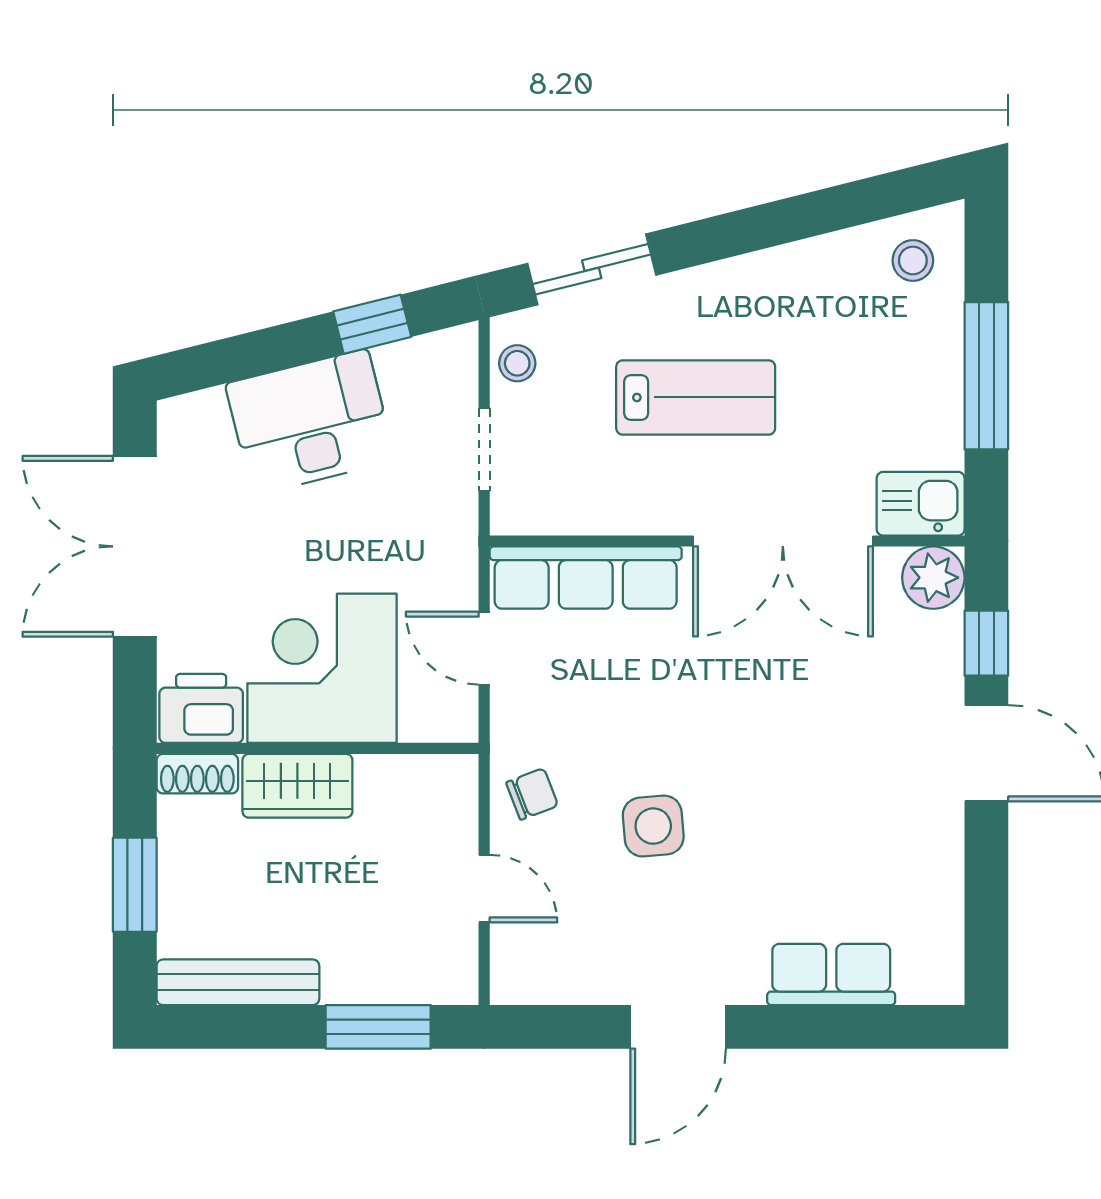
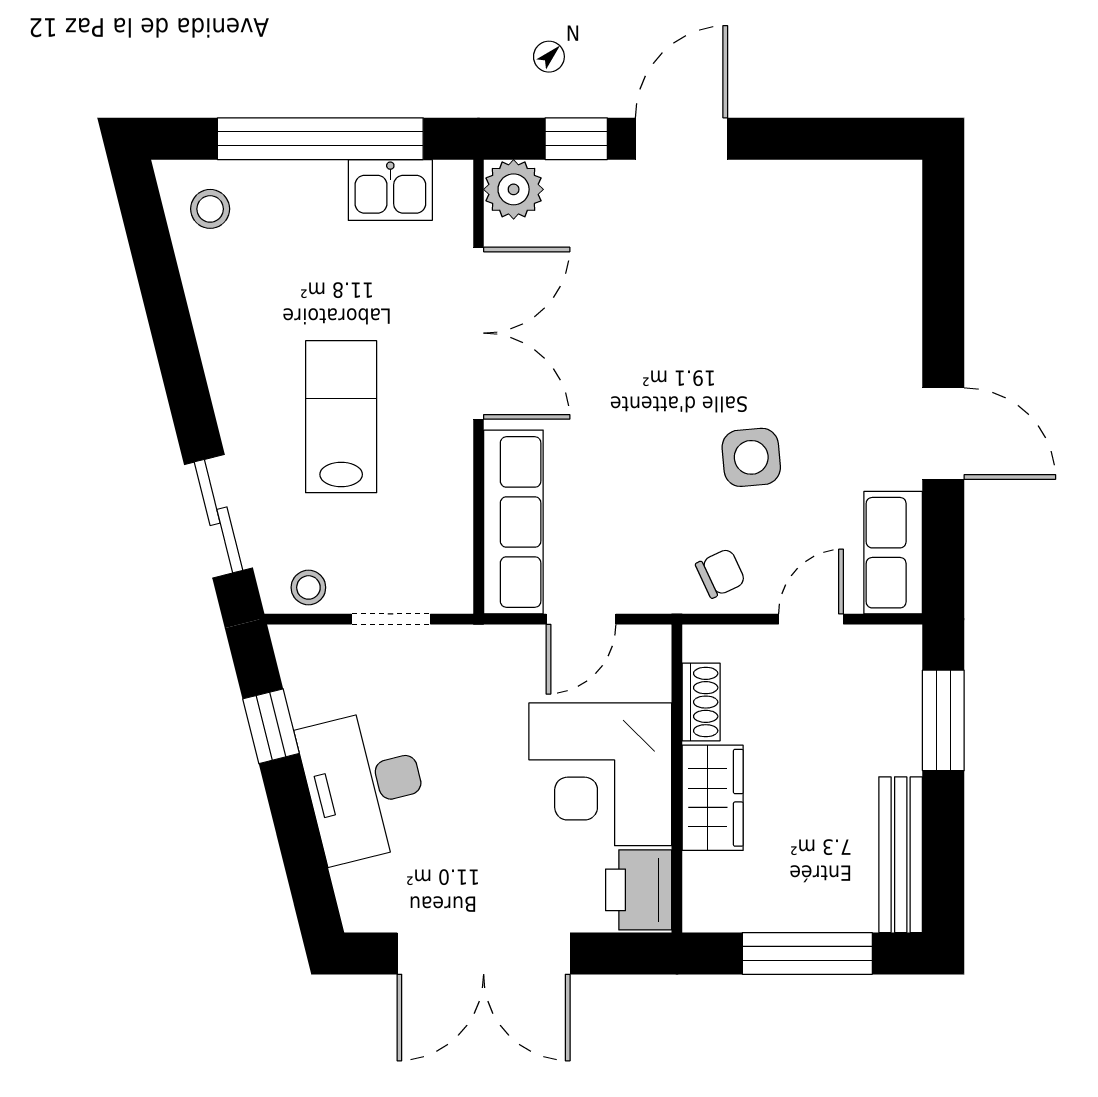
window: (986, 376) -> (320, 139), width x1.46
kitchen sink: (921, 504) -> (390, 190), moved, turned -90
shoe rack: (197, 774) -> (701, 702), moved
chair: (532, 794) -> (721, 573), turned 86
window: (135, 885) -> (807, 953), width x1.44
row of seats: (831, 974) -> (893, 553), moved

